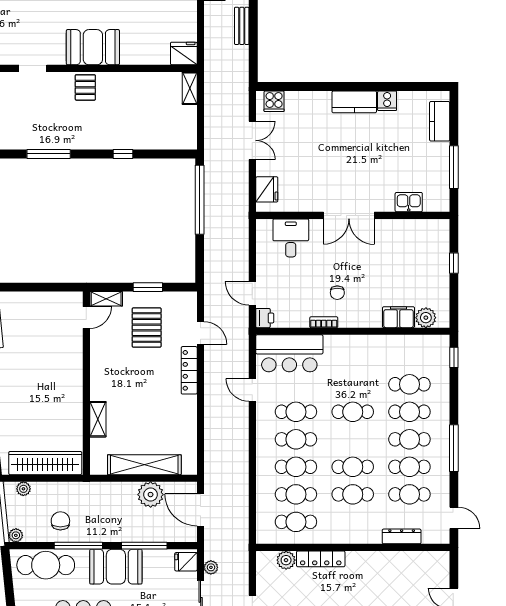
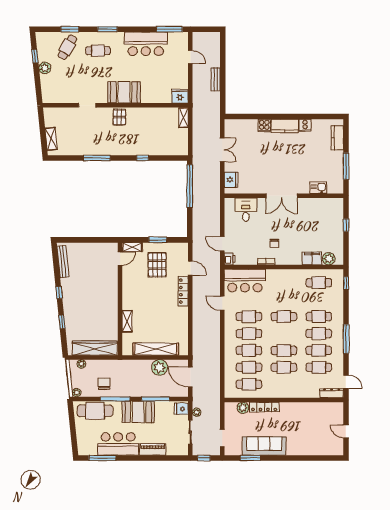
cooker: (274, 101) -> (264, 126), moved
cafe table: (409, 384) -> (319, 283), moved
dresser: (402, 536) -> (332, 393), moved

